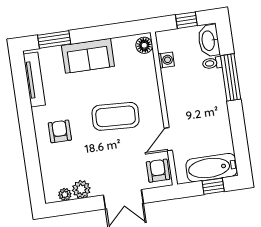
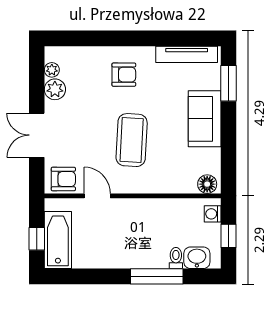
washbasin: (209, 41) -> (197, 258), width x0.72
washing machine: (166, 60) -> (213, 214), moved, turned 90

